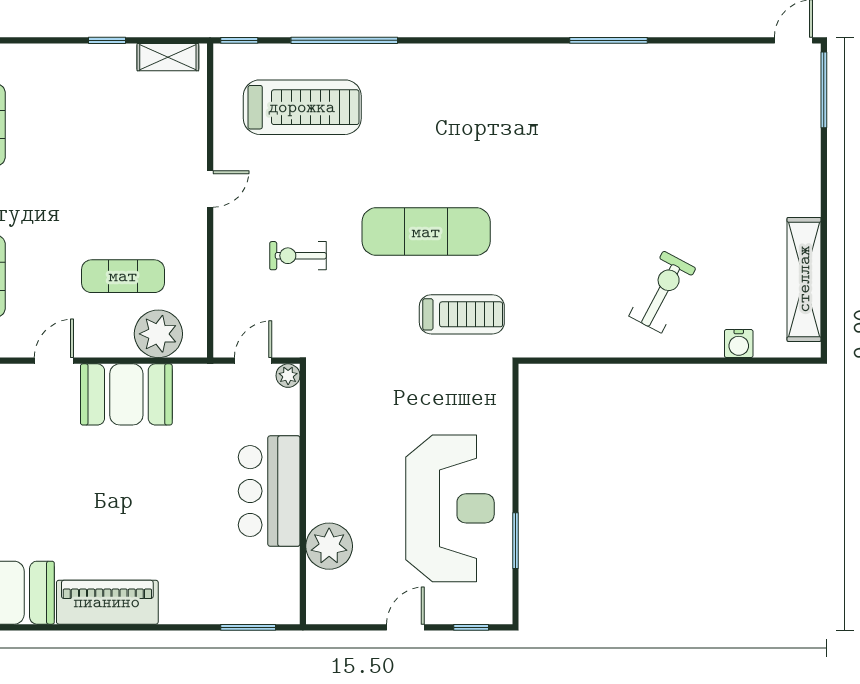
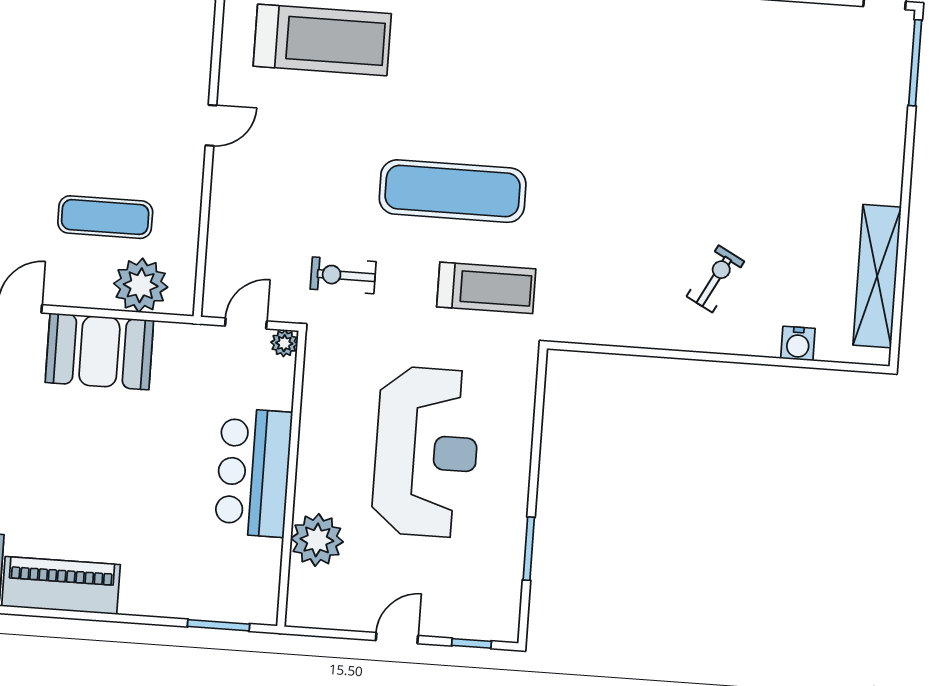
exercise bike: (298, 256) -> (343, 275), moved
exercise bike: (662, 292) -> (715, 279), width x0.73, depth x0.72
reception desk: (450, 508) -> (426, 452), moved

